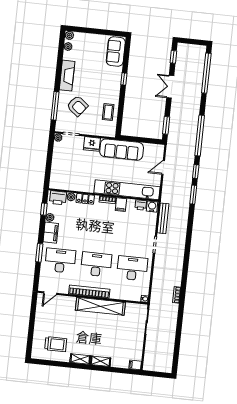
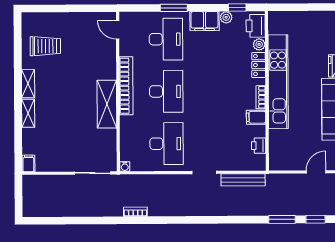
door: (163, 168) -> (316, 172), hinge flipped
kitchen unit: (127, 190) -> (278, 82), moved
water cooler: (152, 207) -> (258, 162), removed
shelving: (100, 306) -> (107, 104), width x0.68
trolley: (56, 344) -> (45, 46), turned -90

